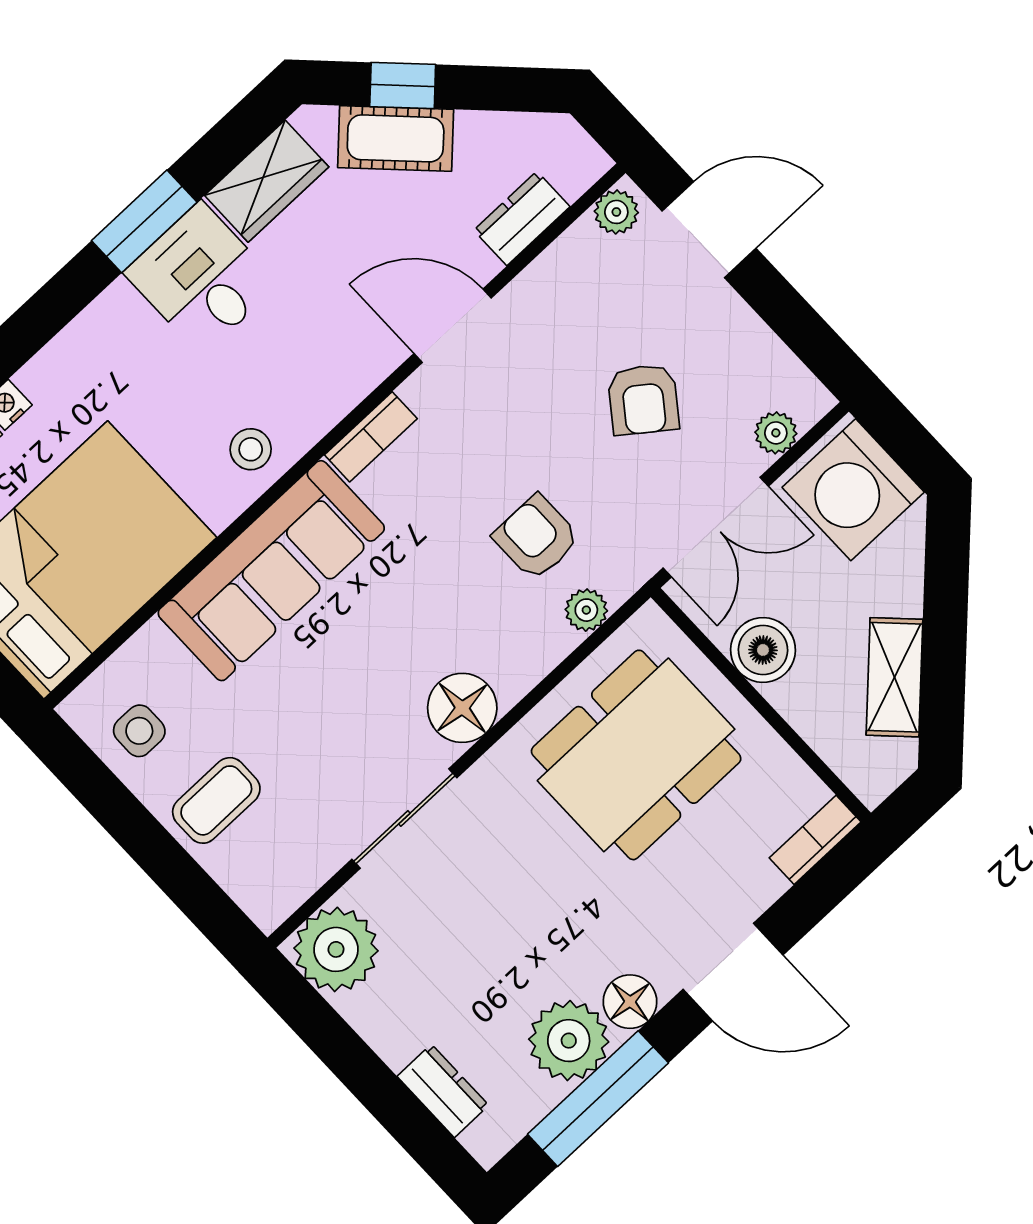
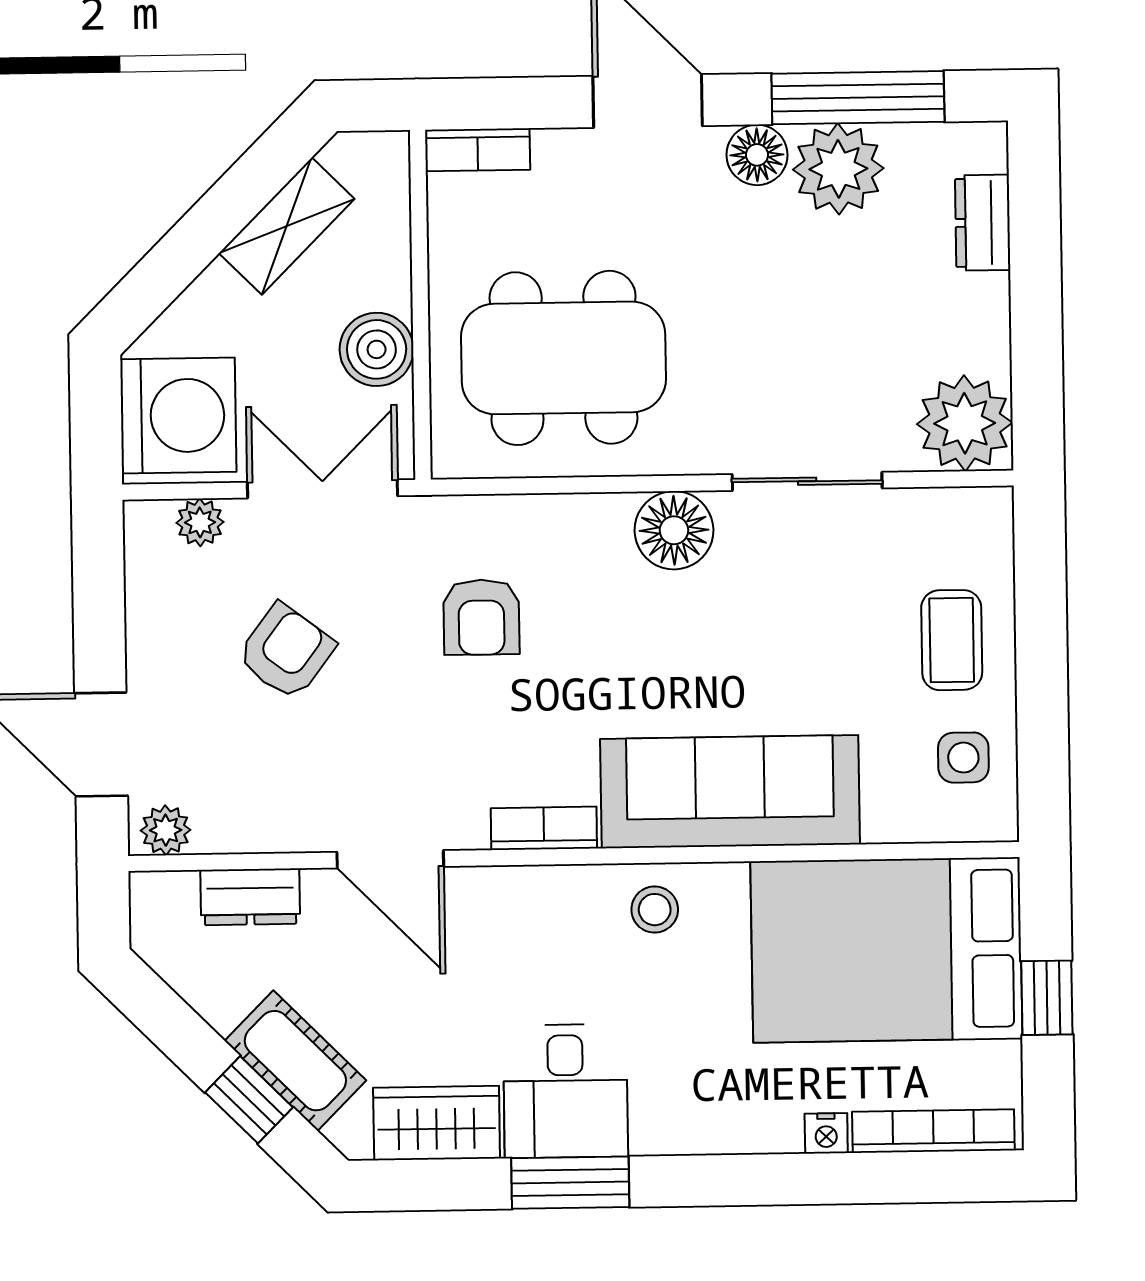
plant: (586, 610) -> (495, 518), removed
coffee table: (216, 800) -> (952, 640), turned 90

